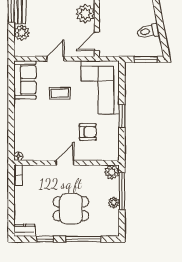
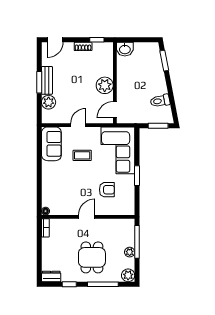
plant: (112, 172) -> (128, 275), moved
dining table: (71, 209) -> (92, 257), turned 90

